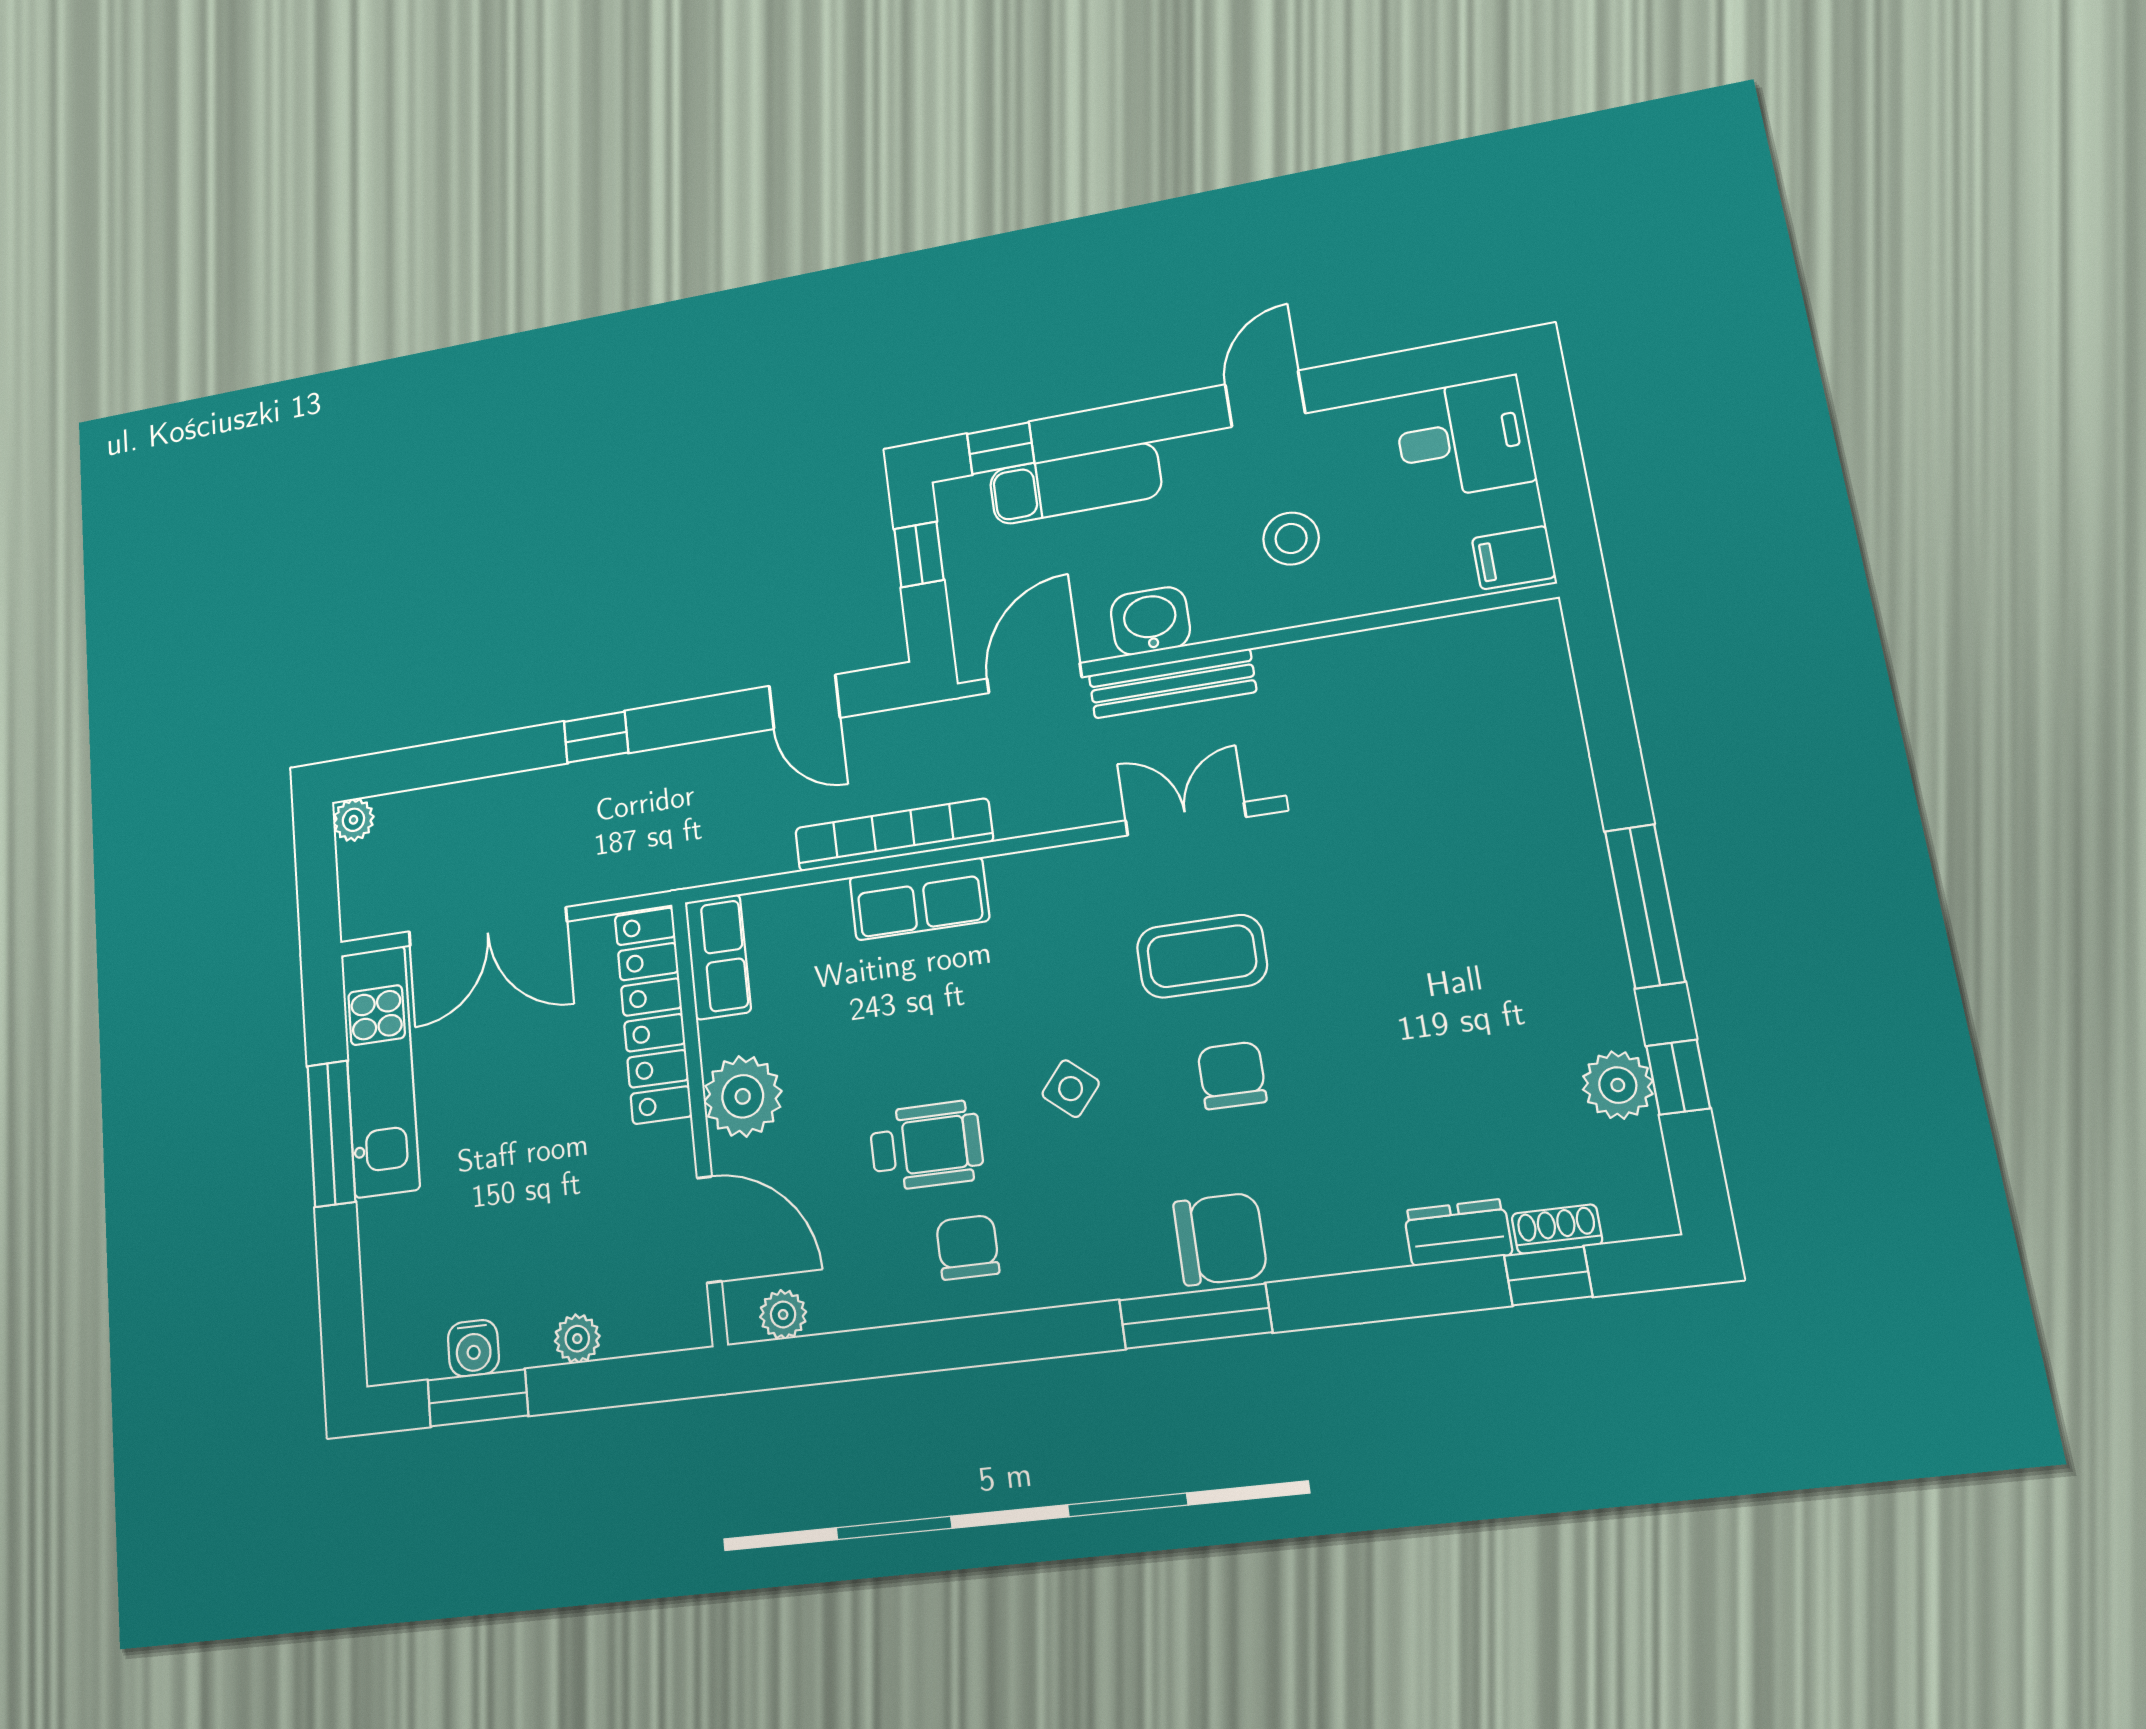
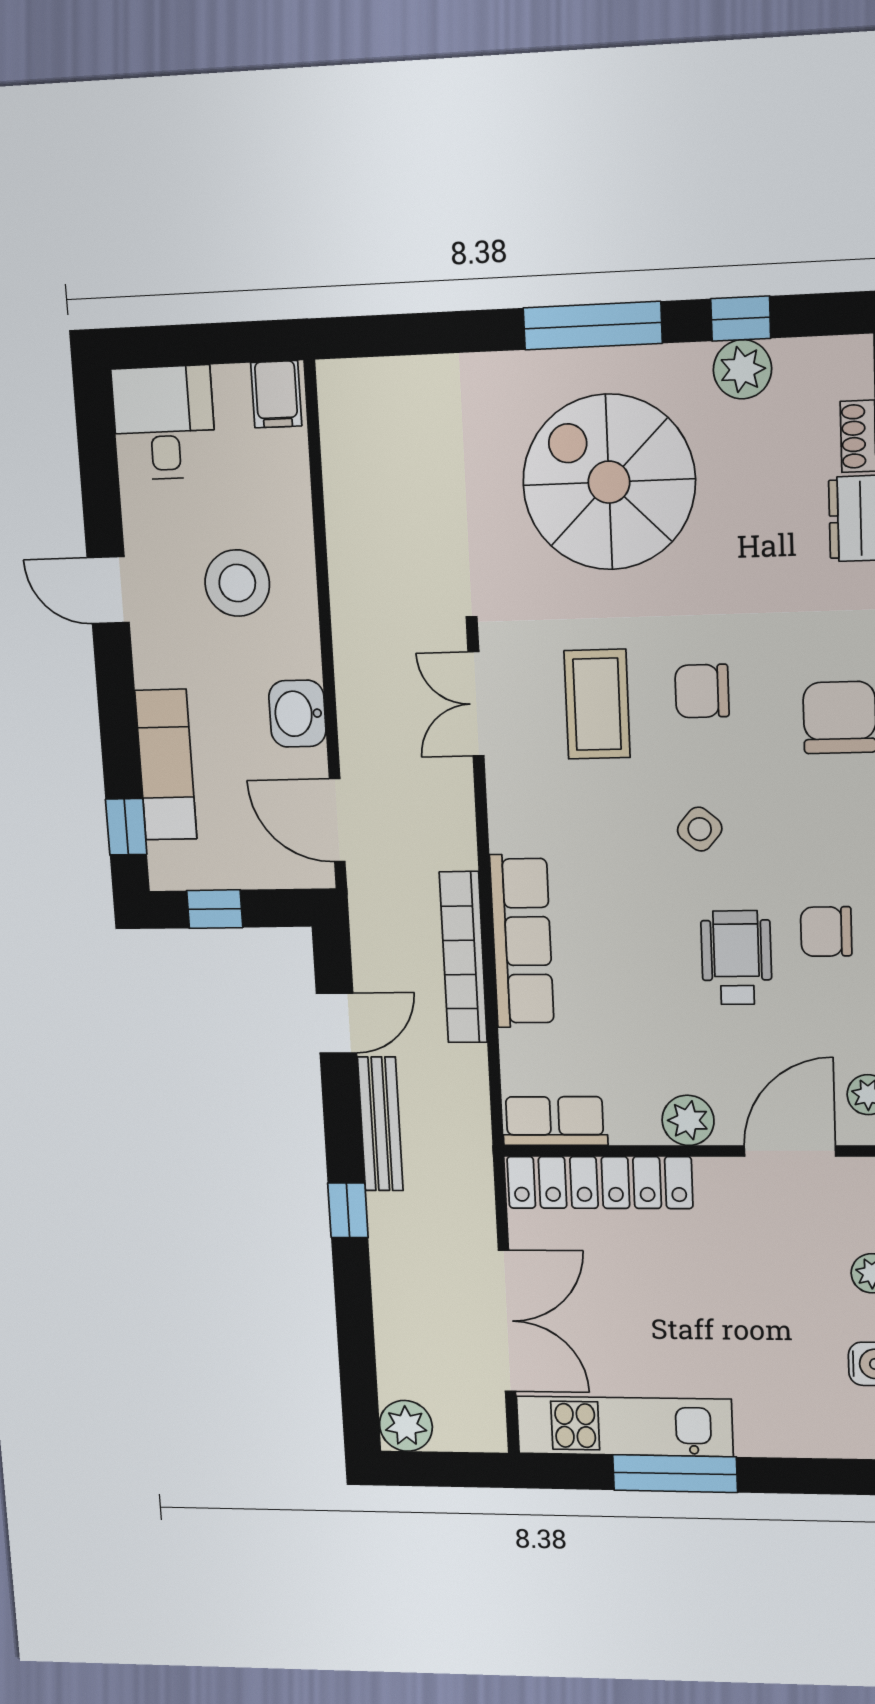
stool: (1291, 538) -> (237, 583), width x1.38, depth x1.38
bench: (1172, 684) -> (380, 1124), moved
plant: (353, 820) -> (406, 1426), width x1.38, depth x1.38
row of seats: (919, 899) -> (522, 941), width x1.48
spiral stairs: (1463, 944) -> (609, 482), added
plant: (743, 1096) -> (688, 1120), width x0.73, depth x0.73

